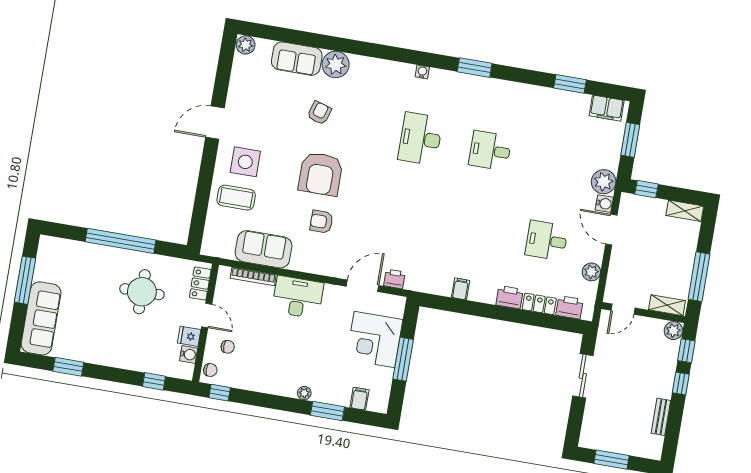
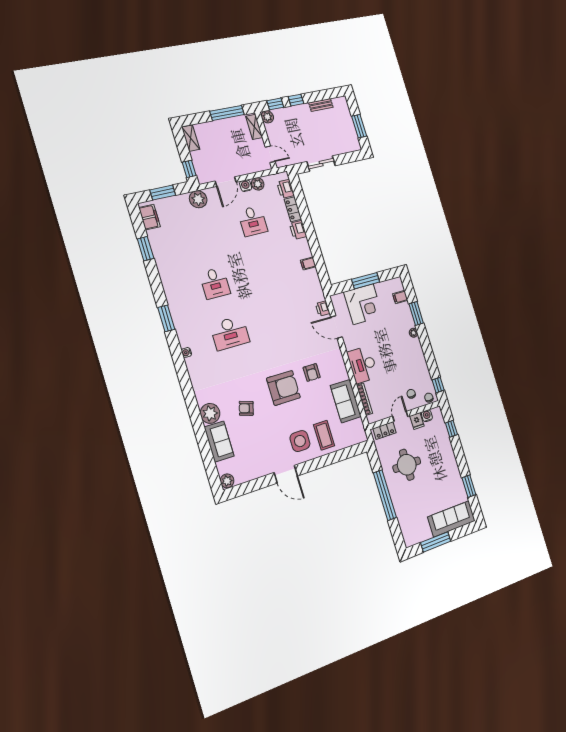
water cooler: (604, 204) -> (246, 186), moved

